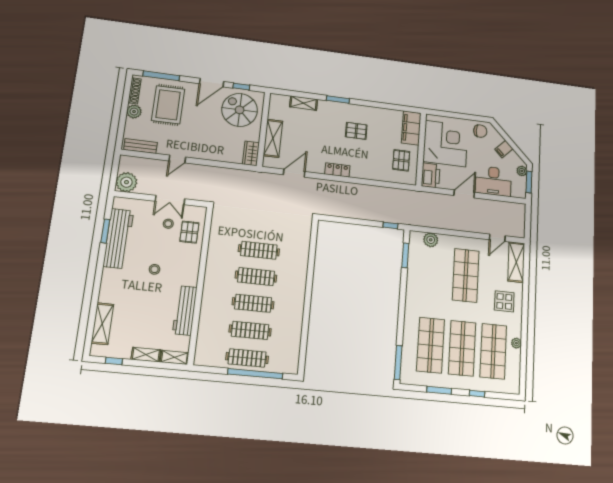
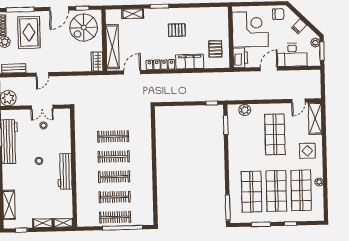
spiral stairs: (240, 110) -> (84, 28), turned -90
filing cabinet: (411, 128) -> (190, 62), moved, turned 90
shelving: (273, 138) -> (112, 47), width x1.47
locker: (337, 170) -> (160, 65), width x1.53
pallet: (189, 232) -> (60, 130), removed
workbench: (185, 310) -> (65, 171), moved

